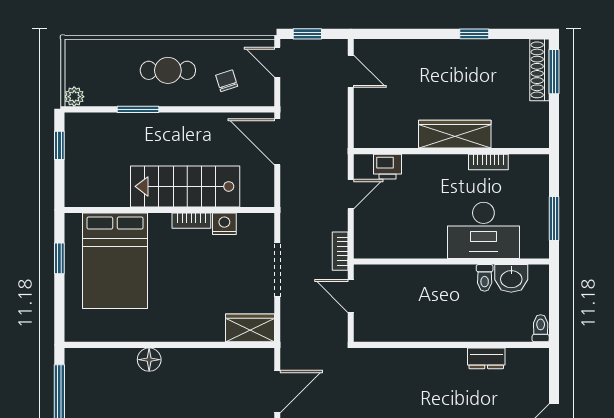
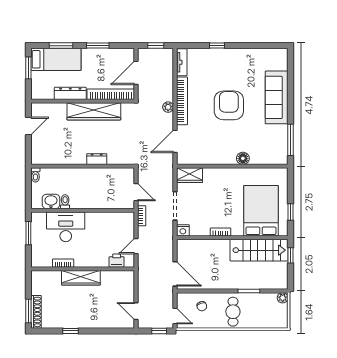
cafe table: (168, 70) -> (233, 312), turned 90
window: (59, 145) -> (290, 255), moved
stairs: (185, 186) -> (259, 250), moved
nightstand: (224, 224) -> (183, 230), moved
dresser: (486, 358) -> (97, 159), moved

